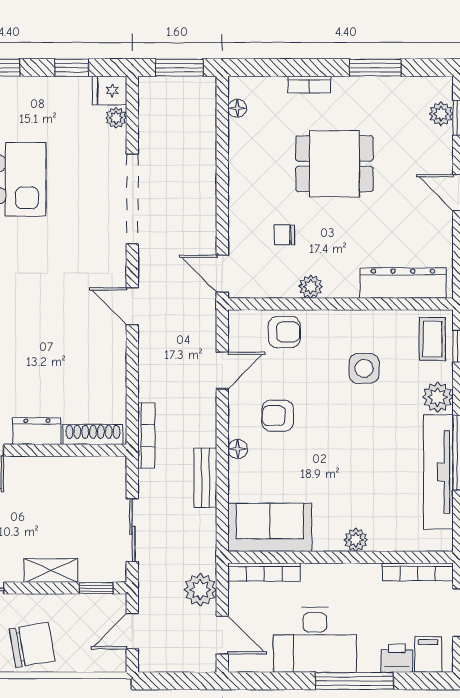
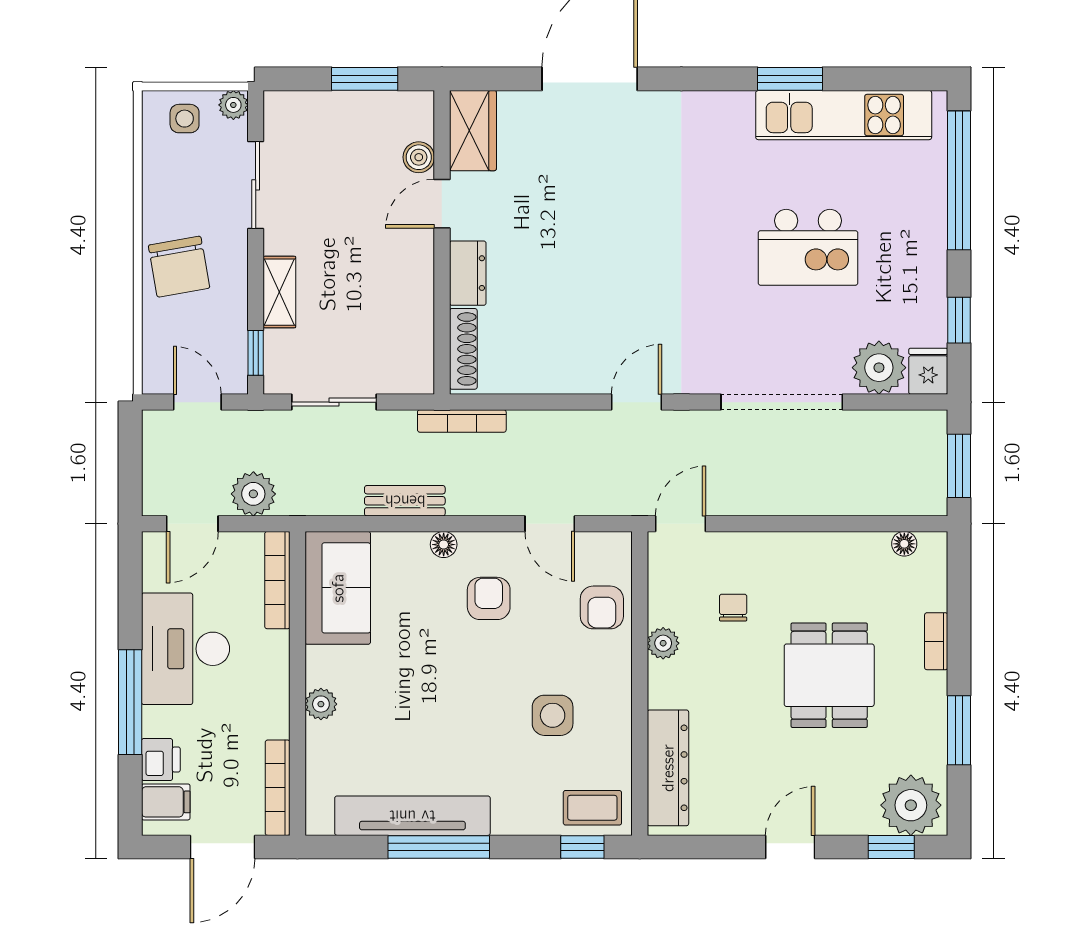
plant: (441, 114) -> (911, 805), width x1.87, depth x1.87
plant: (116, 118) -> (879, 368), width x1.88, depth x1.88
plant: (438, 397) -> (514, 815), removed

